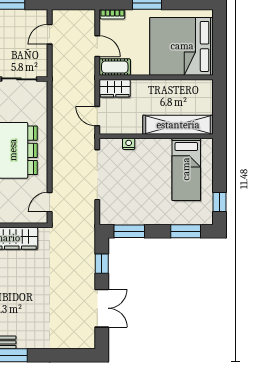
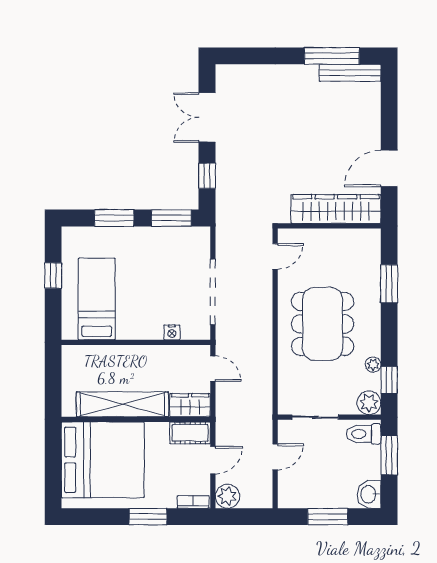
plant: (86, 19) -> (227, 496), added
door: (50, 34) -> (275, 457), moved
door: (97, 46) -> (213, 460), swing flipped
shelving: (178, 125) -> (122, 404), moved
window: (219, 202) -> (53, 275), moved
window: (186, 231) -> (114, 218), moved

